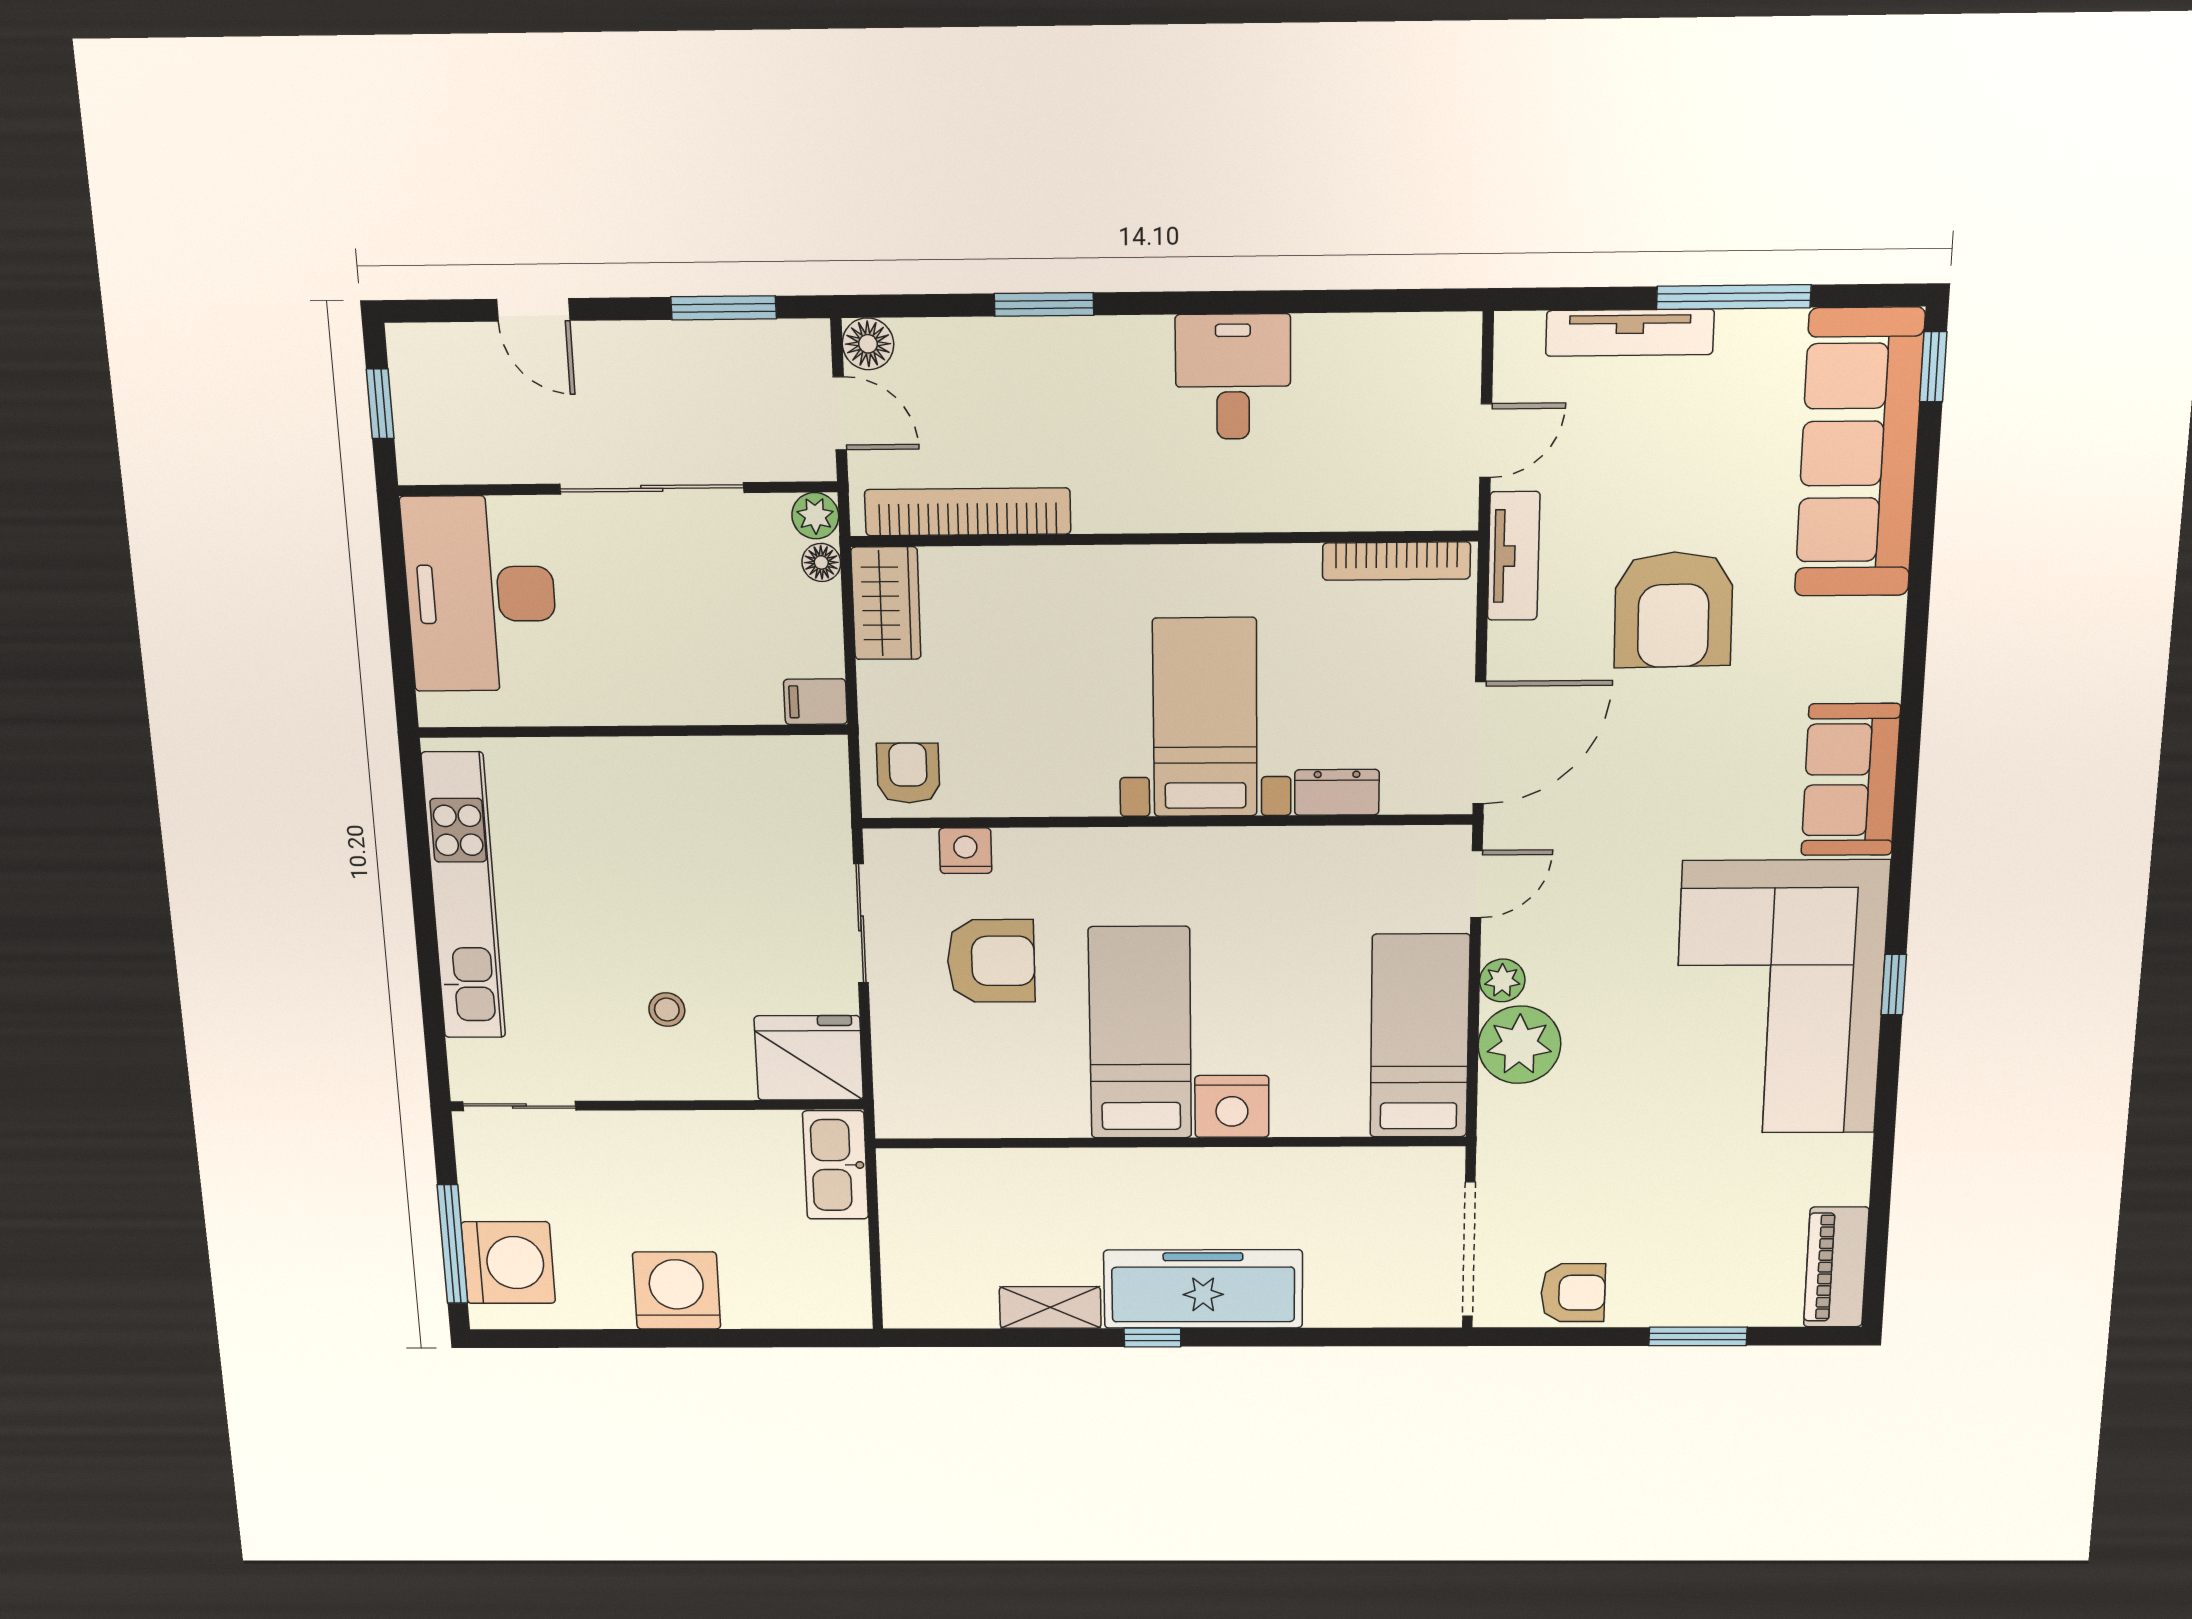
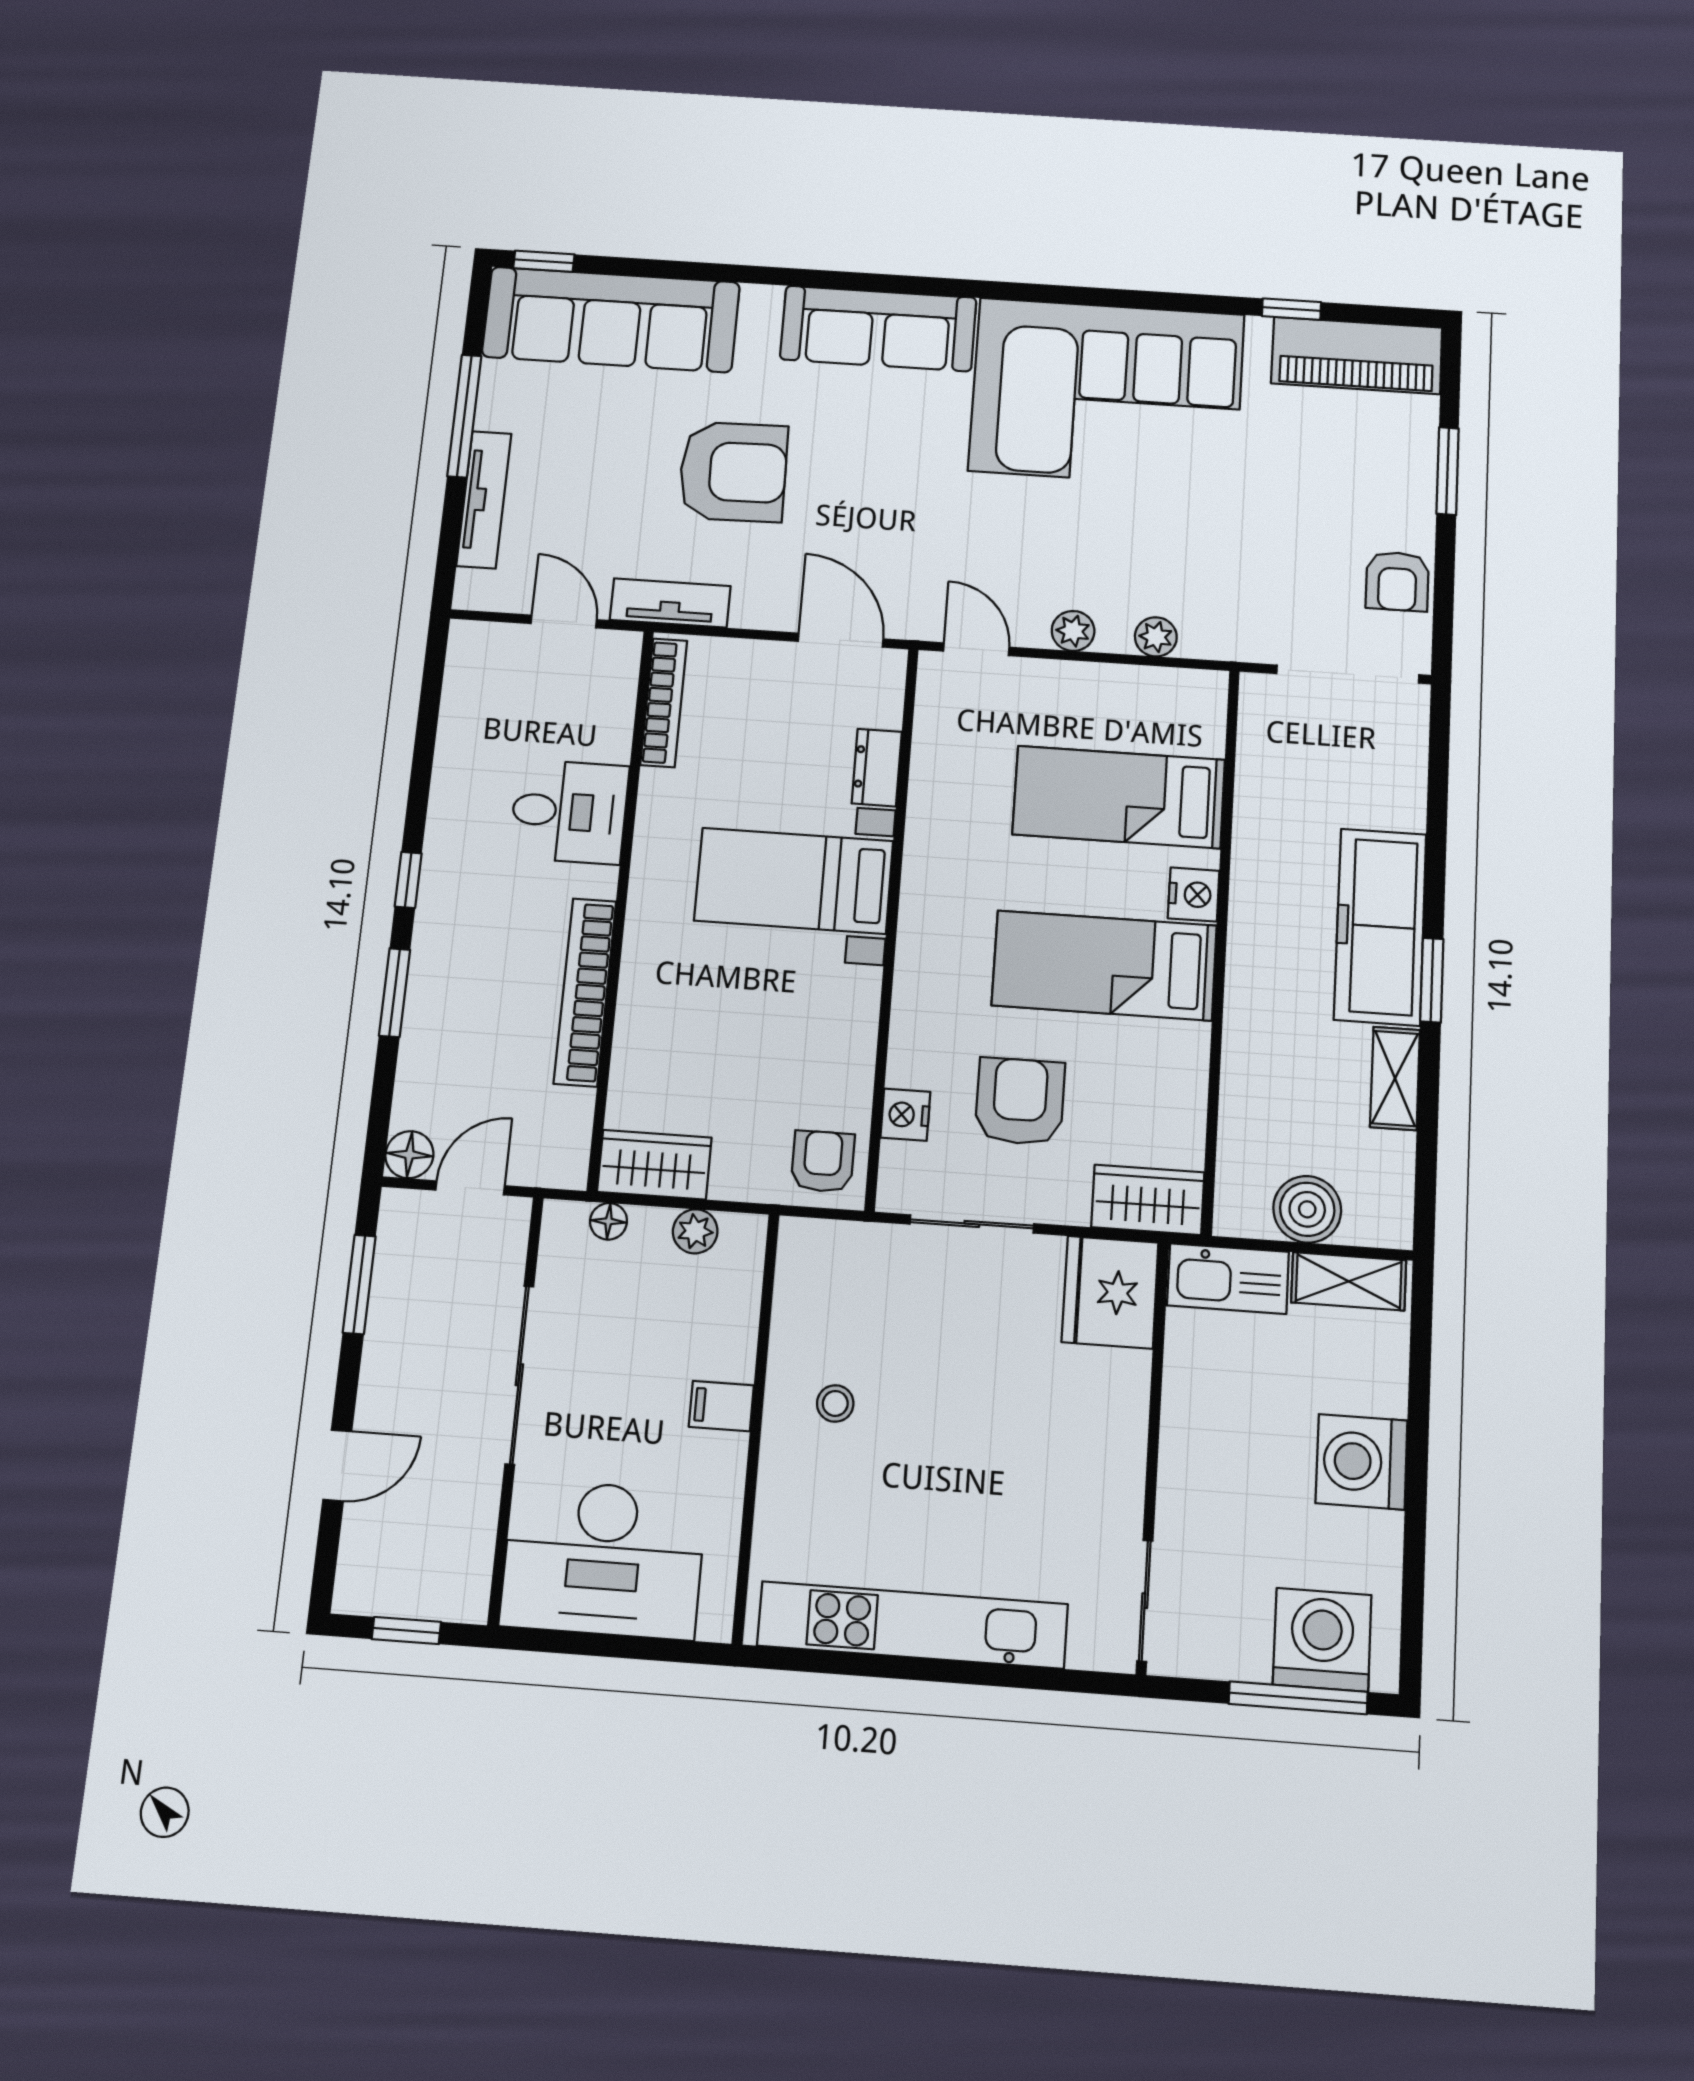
window: (1173, 303) -> (408, 880), added
desk: (1233, 377) -> (569, 812), moved, turned 180
bookcase: (968, 512) -> (585, 992), moved
plant: (815, 516) -> (695, 1231), moved
filing cabinet: (815, 702) -> (721, 1406), moved, turned 90
door: (1479, 743) -> (841, 640), width x0.73
armchair: (908, 773) -> (823, 1161), turned 90
sofa: (1851, 780) -> (878, 328), width x1.36
window: (1894, 985) -> (1291, 309), moved
stool: (667, 1010) -> (835, 1403), moved
bed: (1420, 1036) -> (1119, 797), moved
plant: (1519, 1045) -> (1156, 637), width x0.53, depth x0.53
wardrobe: (904, 1088) -> (1148, 1200), added
nightstand: (1232, 1106) -> (1194, 894), width x0.74, depth x0.75
boiler: (912, 1233) -> (1307, 1209), added
piano: (1836, 1267) -> (1357, 355), width x1.37, depth x1.33
shelving: (846, 1273) -> (1349, 1281), added
armchair: (1573, 1293) -> (1397, 581), turned 180
window: (1152, 1337) -> (1432, 980), width x1.50

